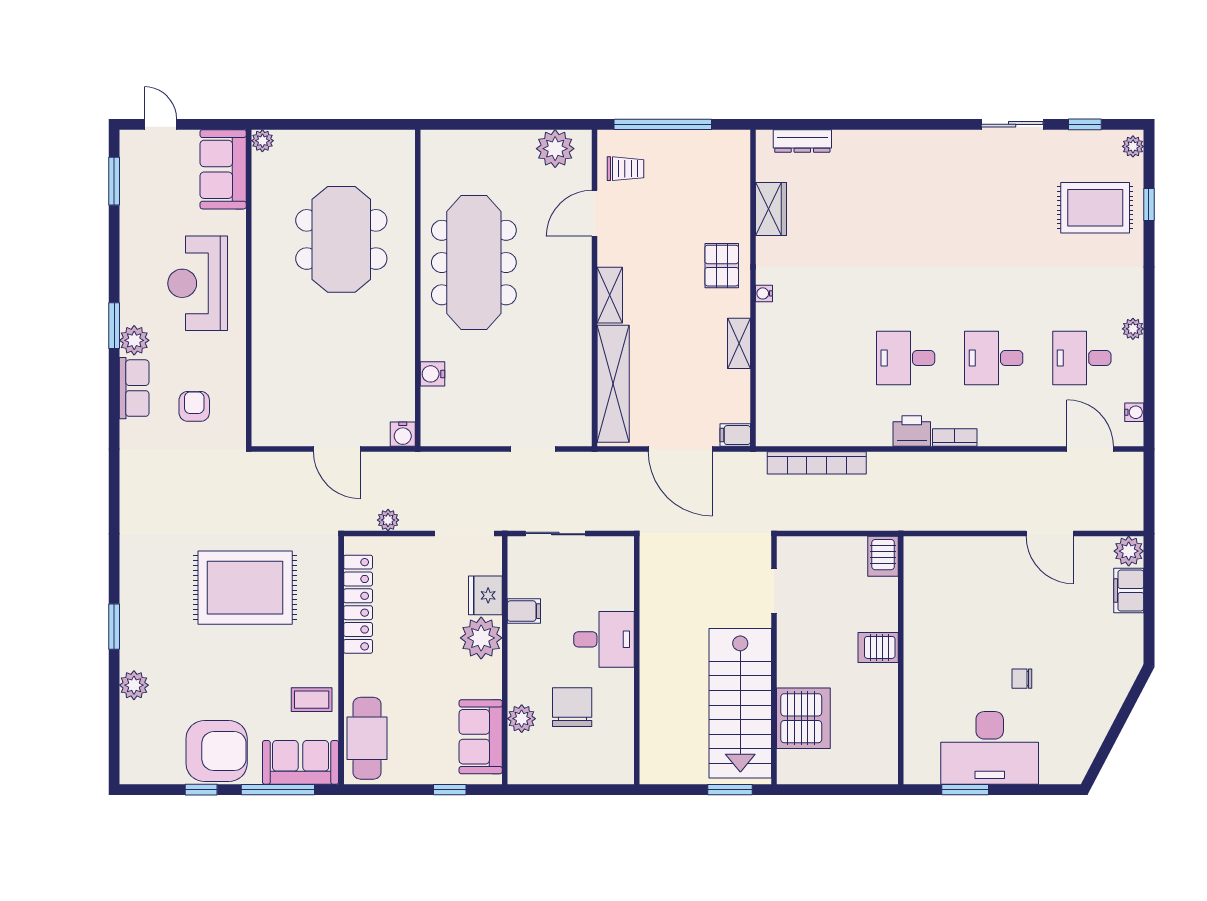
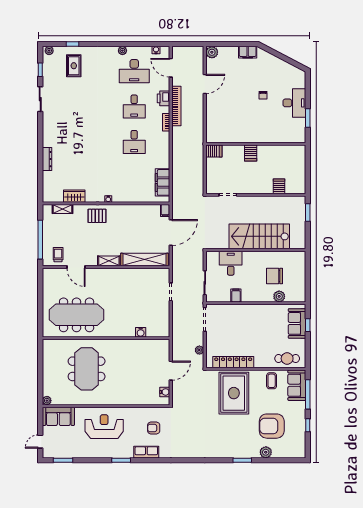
dresser: (802, 141) -> (47, 159), moved
plant: (555, 149) -> (50, 283), removed
rug: (1095, 208) -> (74, 66), width x0.73, depth x0.70
meeting table: (341, 239) -> (87, 369), turned 90
meeting table: (474, 263) -> (77, 315), moved
reception desk: (198, 283) -> (104, 427), turned 180
plant: (134, 340) -> (127, 452), removed
shelving: (739, 343) -> (63, 209), moved
desk: (1082, 358) -> (134, 71), width x1.37
filing cabinet: (805, 429) -> (163, 182), added
printer: (912, 431) -> (164, 98), moved
water cooler: (403, 434) -> (165, 392), moved
door: (1090, 449) -> (171, 68), hinge flipped
bookcase: (817, 463) -> (176, 106), moved
rug: (245, 588) -> (234, 393), moved
filing cabinet: (1129, 591) -> (248, 52), moved
fridge: (485, 595) -> (230, 311), removed
plant: (481, 638) -> (247, 313), removed
desk: (604, 639) -> (231, 263), moved
stairs: (740, 703) -> (259, 236), moved, turned 180
server rack: (803, 718) -> (279, 186), width x0.46, depth x0.70
sofa: (481, 737) -> (297, 323), moved, turned 90
cafe table: (367, 738) -> (287, 359), width x0.73, depth x0.74
desk: (990, 748) -> (294, 103), width x0.73, depth x0.77
armchair: (217, 751) -> (272, 426), moved, turned -90

